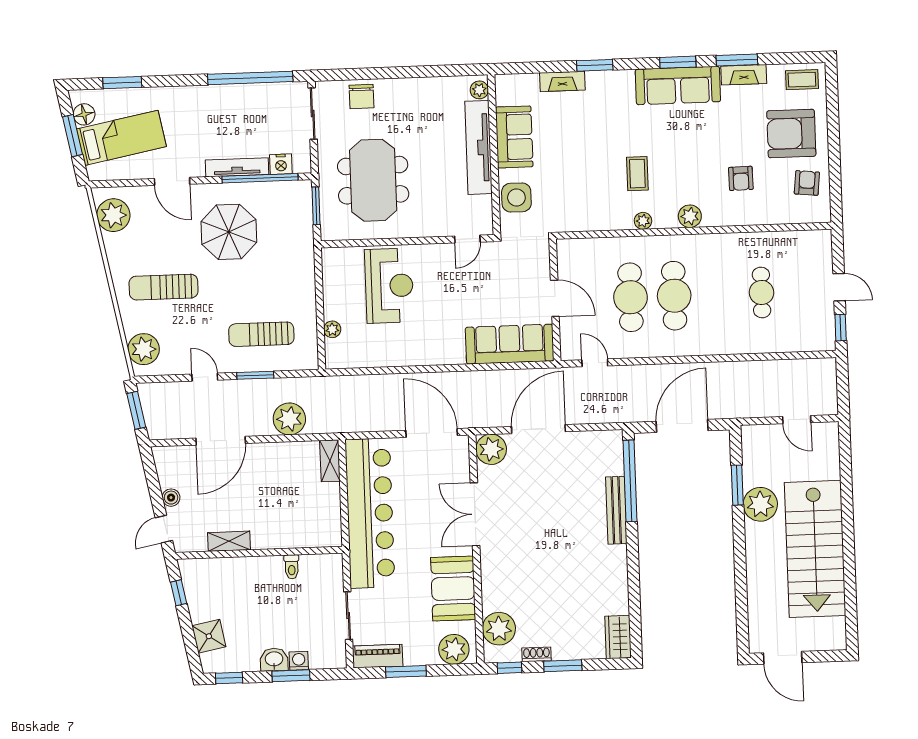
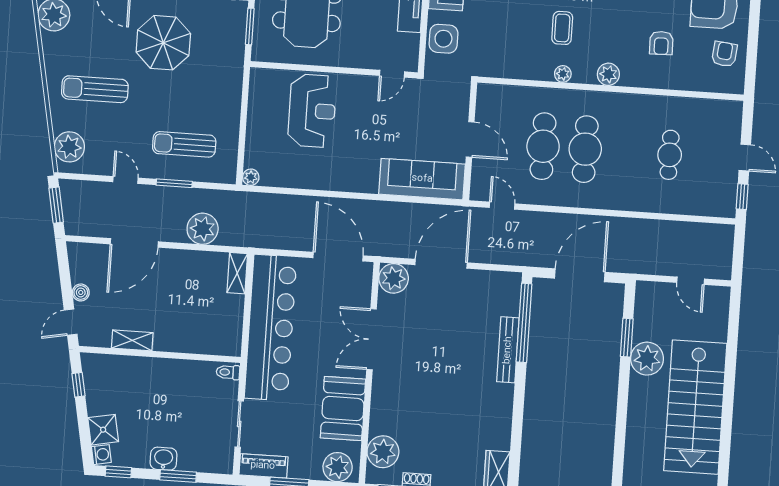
plant: (332, 329) -> (251, 177), moved
toilet: (292, 567) -> (228, 372), moved, turned 90
washing machine: (299, 661) -> (101, 455), moved, turned 79

